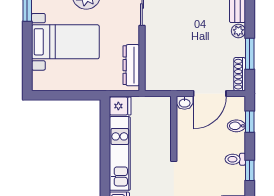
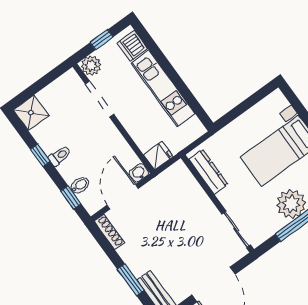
plant: (238, 31) -> (137, 268), removed
window: (250, 54) -> (131, 280), moved
fridge: (120, 106) -> (158, 156), moved, turned 180

